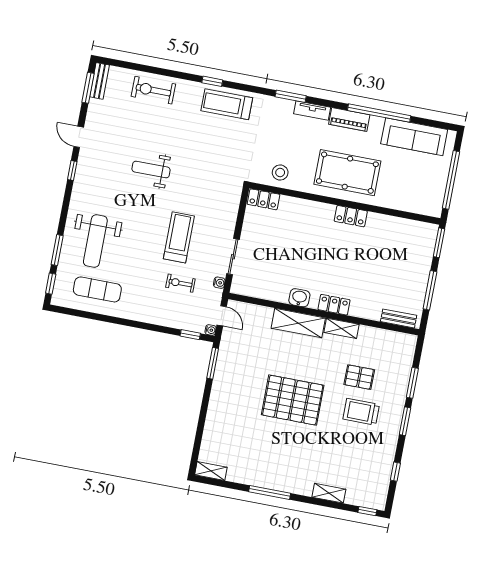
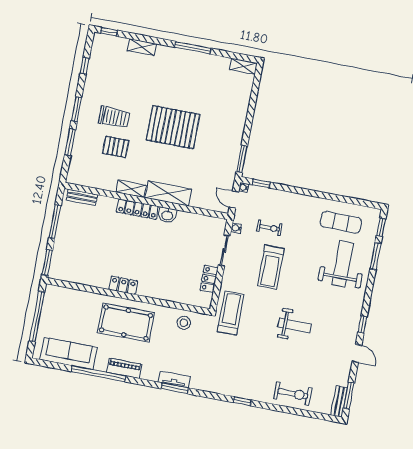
treadmill: (227, 104) -> (231, 313), moved, turned -90
tv unit: (312, 110) -> (174, 380), moved
locker: (263, 199) -> (209, 279), moved, turned -90
locker: (334, 305) -> (138, 209), width x1.53

